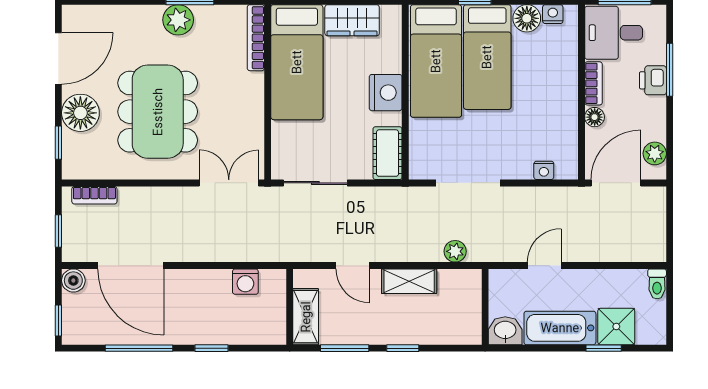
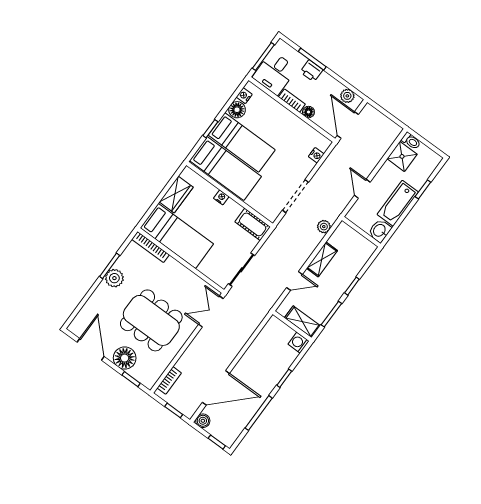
nightstand: (386, 93) -> (221, 197), width x0.53, depth x0.56
washing machine: (245, 282) -> (298, 343), moved, turned 180
shower: (616, 327) -> (402, 156), moved

